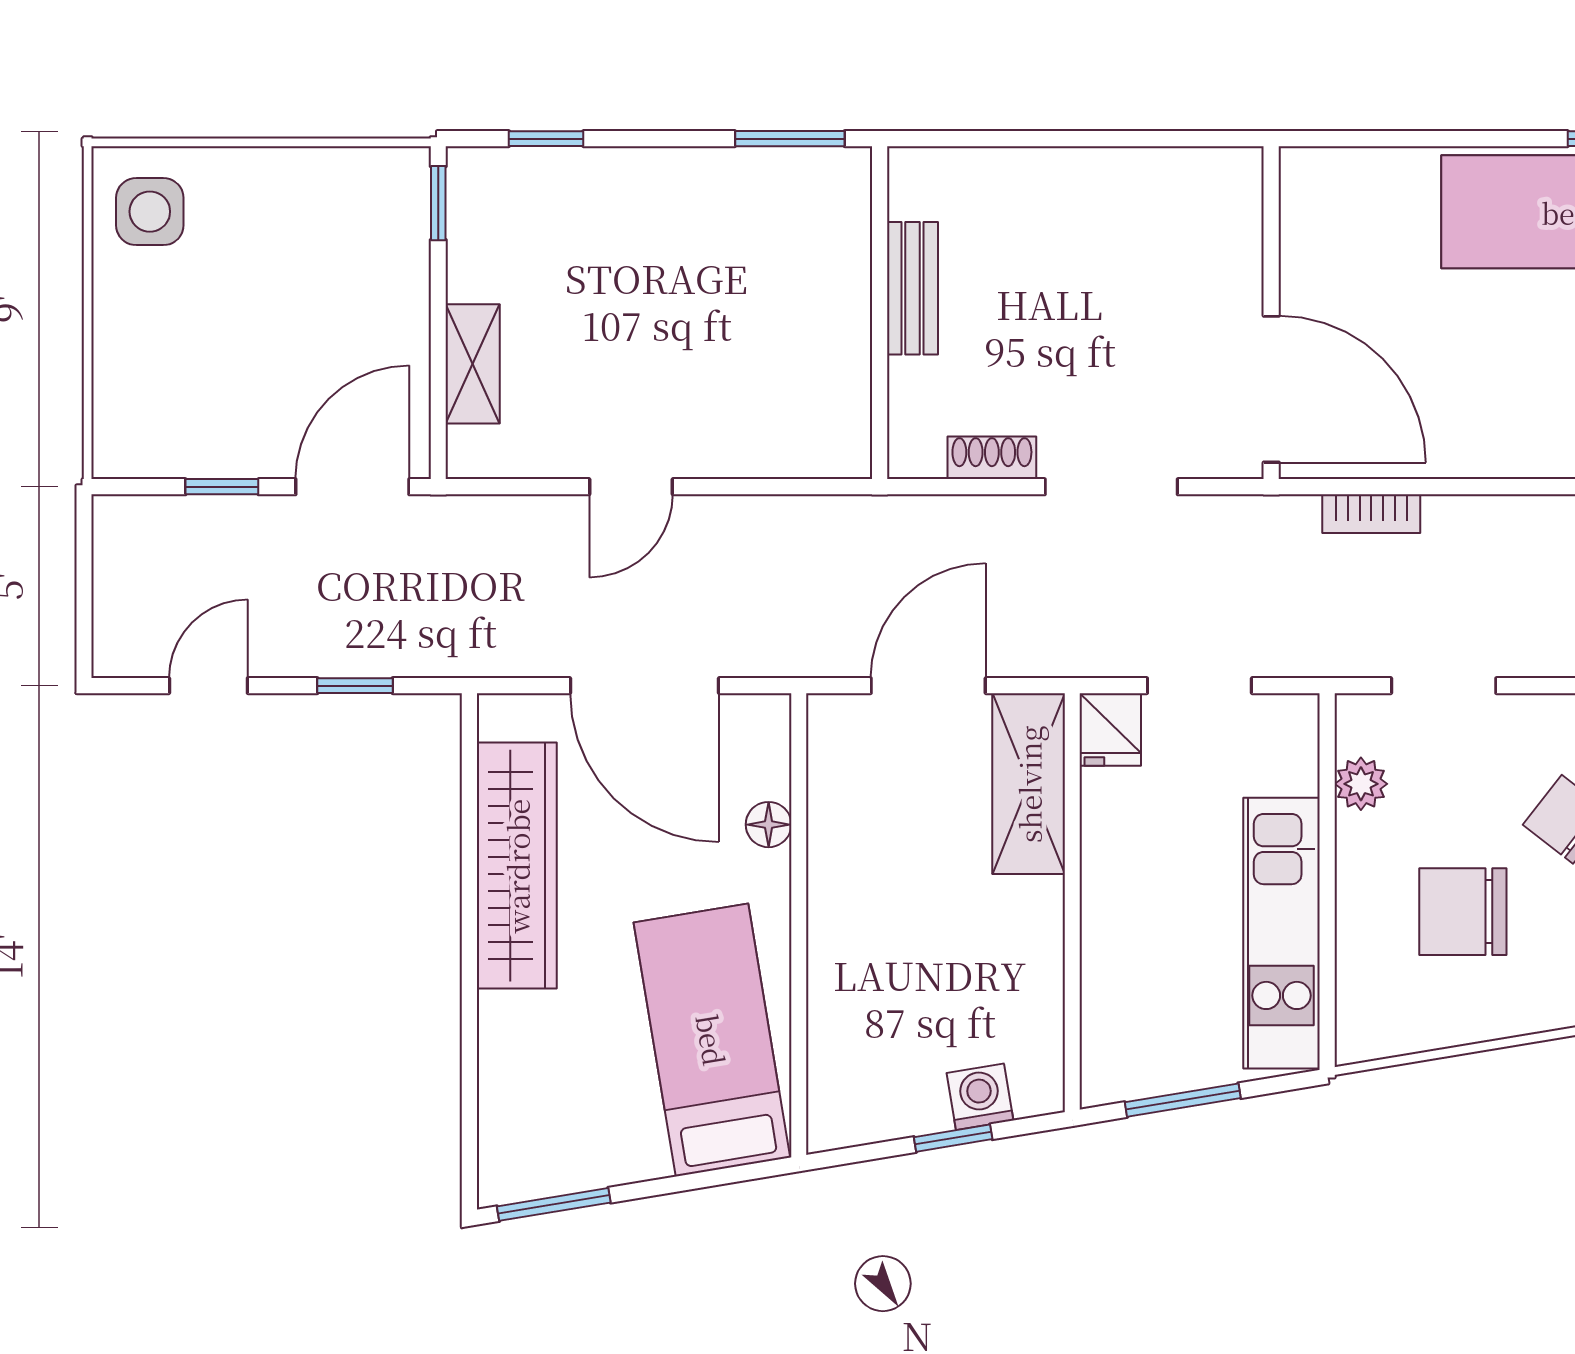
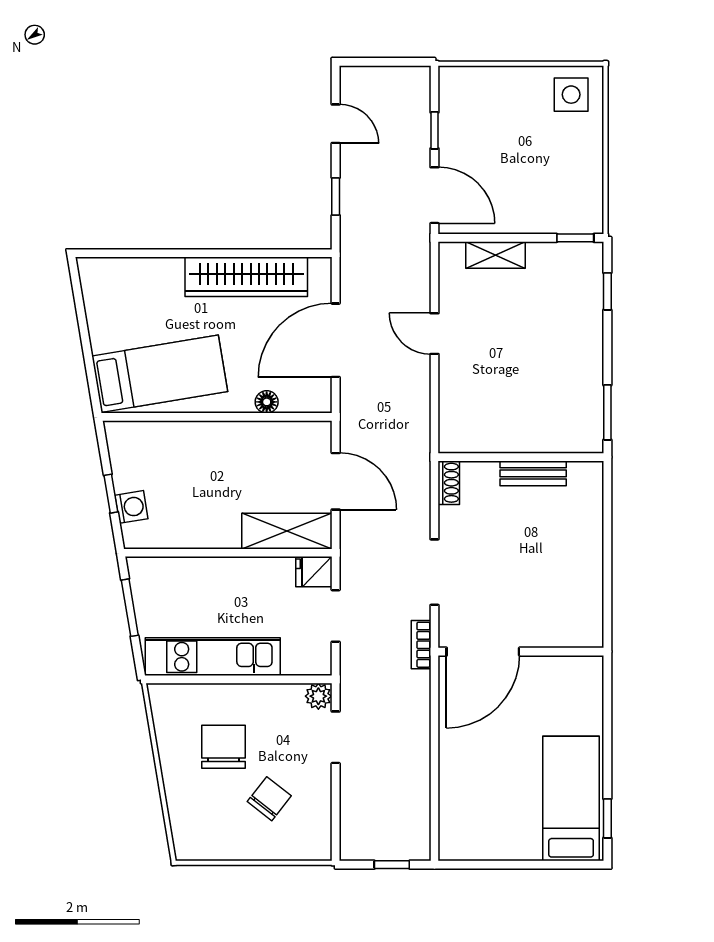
shoe rack: (992, 458) -> (449, 483), moved
bookcase: (1371, 514) -> (421, 645), moved
plant: (1361, 784) -> (318, 696), moved
window: (554, 1204) -> (78, 295), removed

